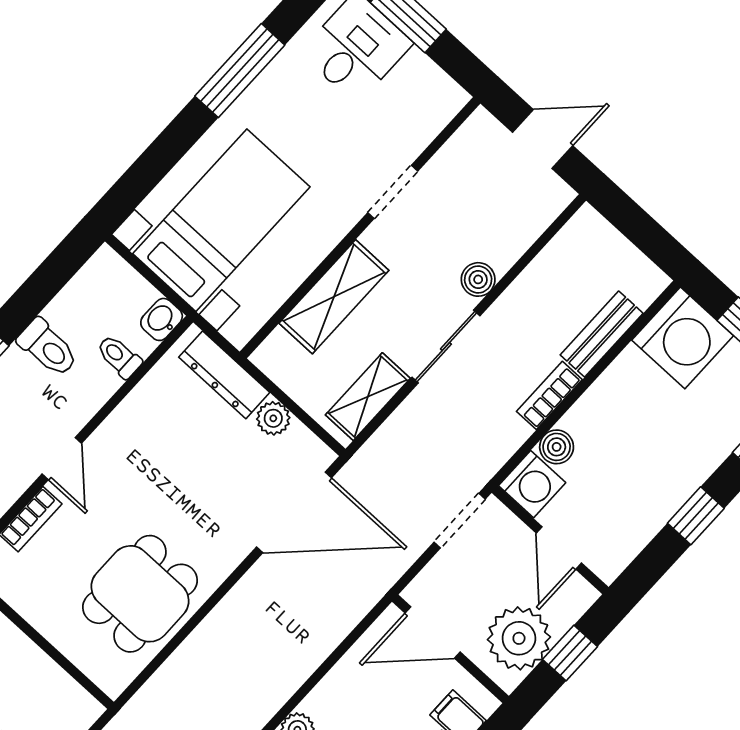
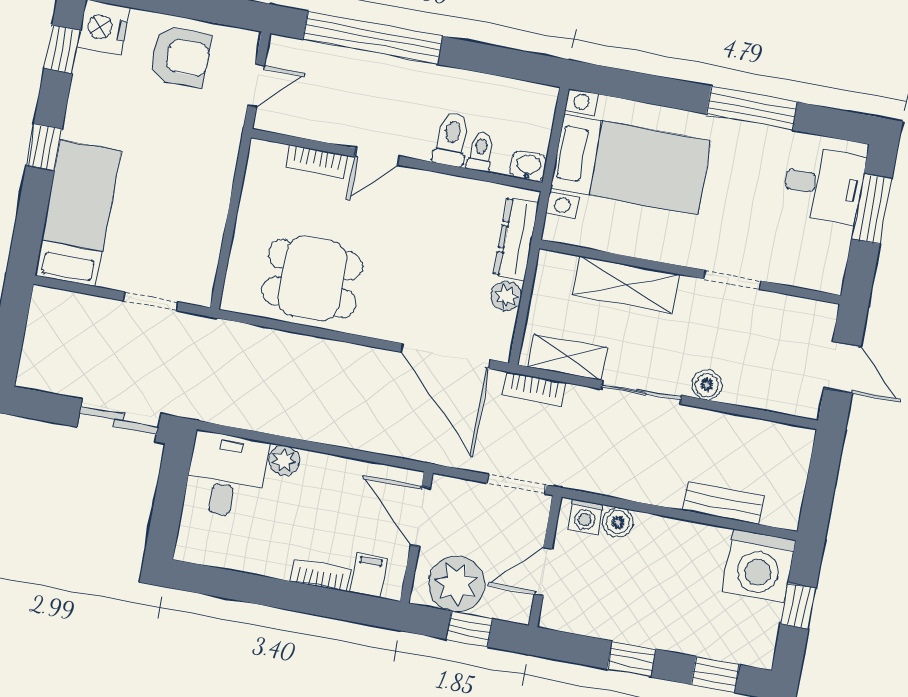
toilet: (48, 348) -> (451, 139), moved, turned 180
bookcase: (549, 395) -> (534, 389), moved, turned 180
washing machine: (532, 484) -> (585, 517), width x0.73, depth x0.73

